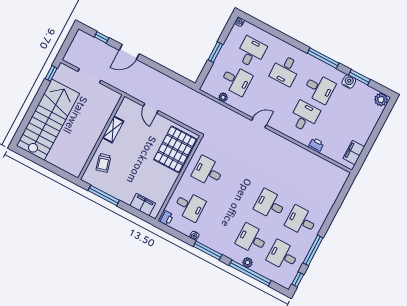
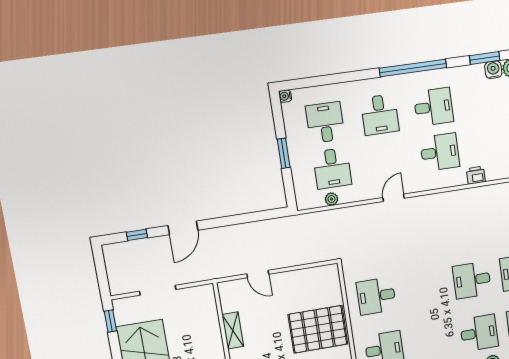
window: (323, 58) -> (413, 68), width x1.46
window: (359, 77) -> (485, 58), moved
desk: (236, 80) -> (332, 168), turned 90
water cooler: (349, 82) -> (493, 70), moved
desk: (304, 116) -> (440, 152), turned 90
pallet: (175, 149) -> (318, 329), moved, turned 90
desk: (252, 239) -> (479, 333), turned 180

